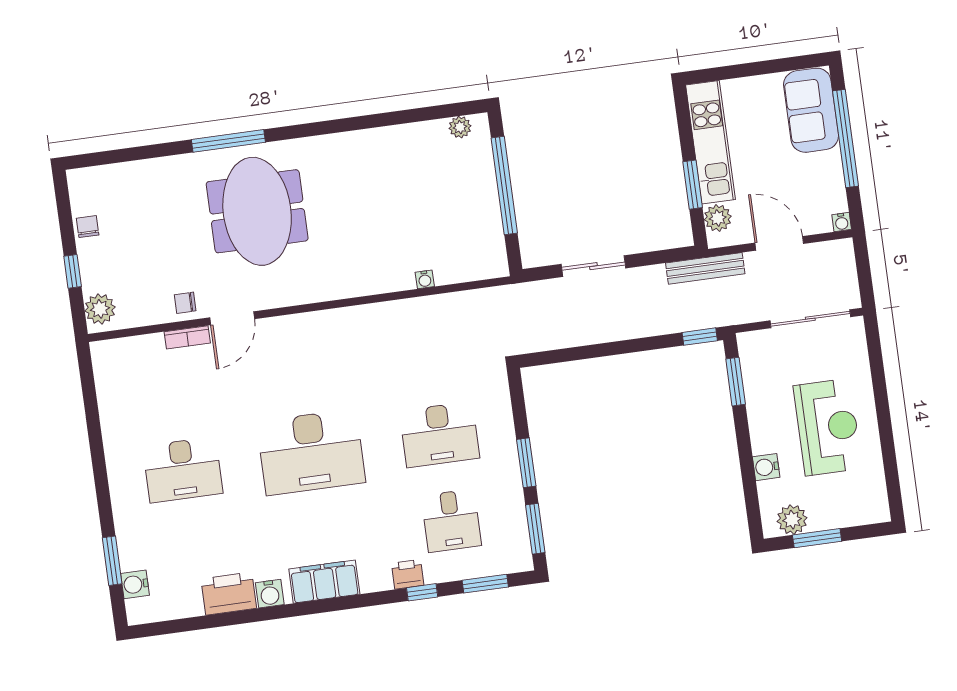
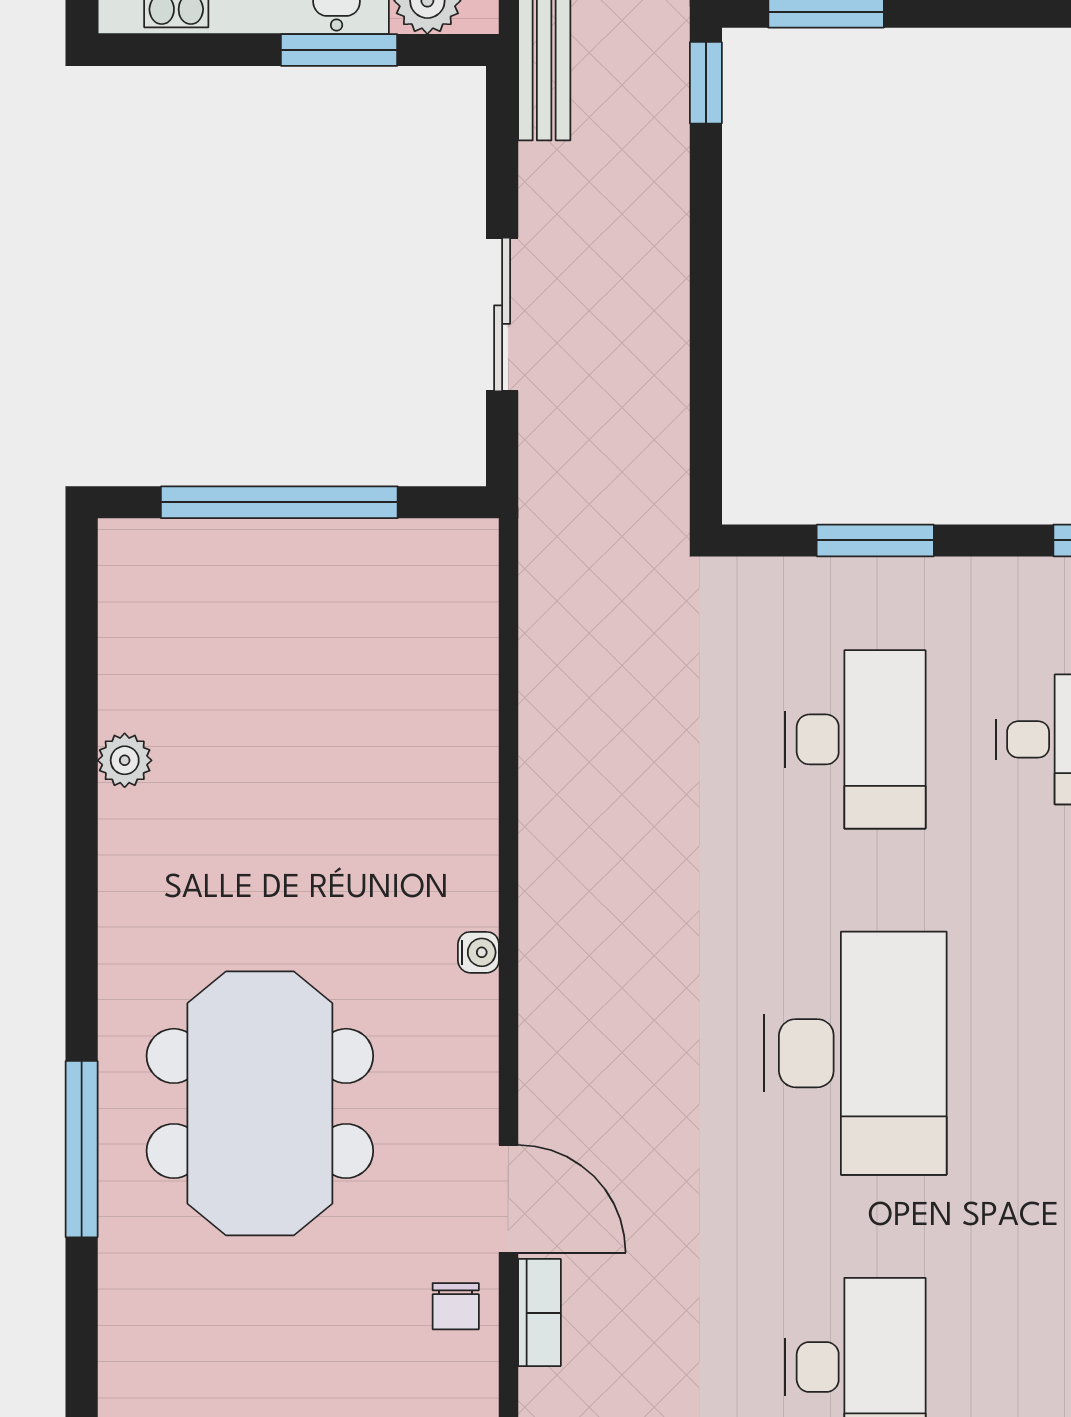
plant: (460, 127) -> (125, 760), moved
meeting table: (257, 211) -> (260, 1103), turned 90
water cooler: (425, 279) -> (478, 952), moved
window: (526, 463) -> (875, 540), moved

